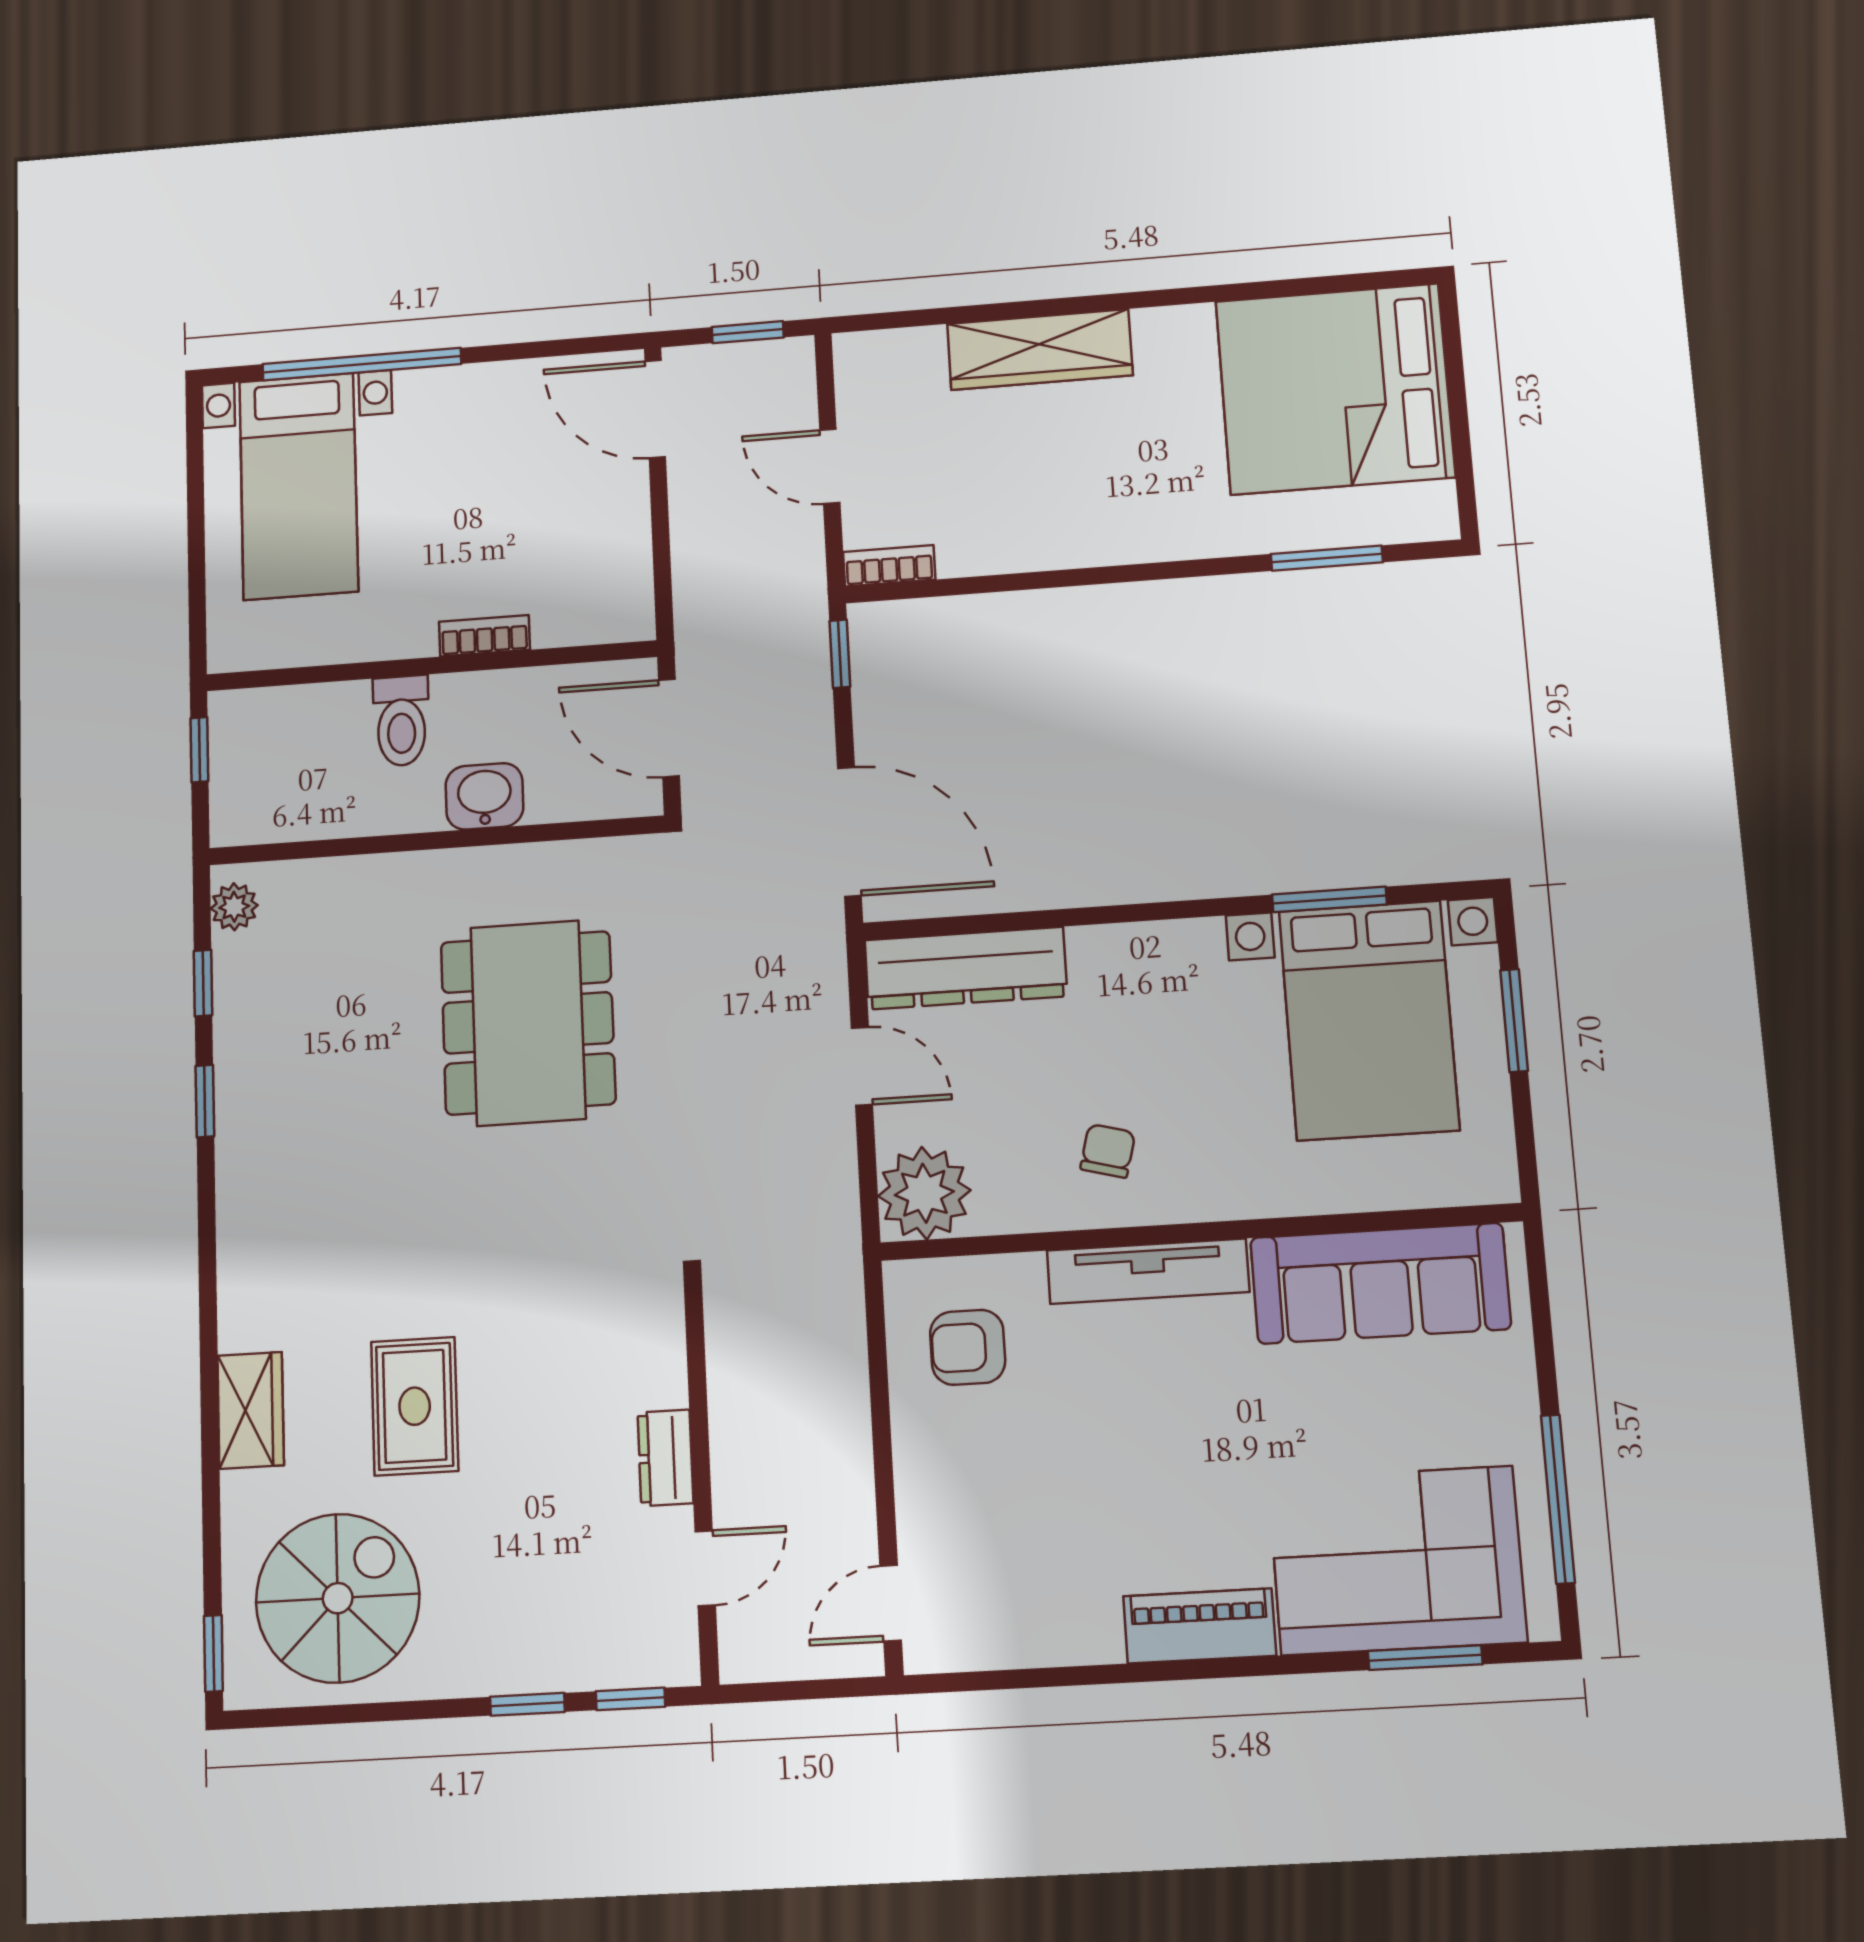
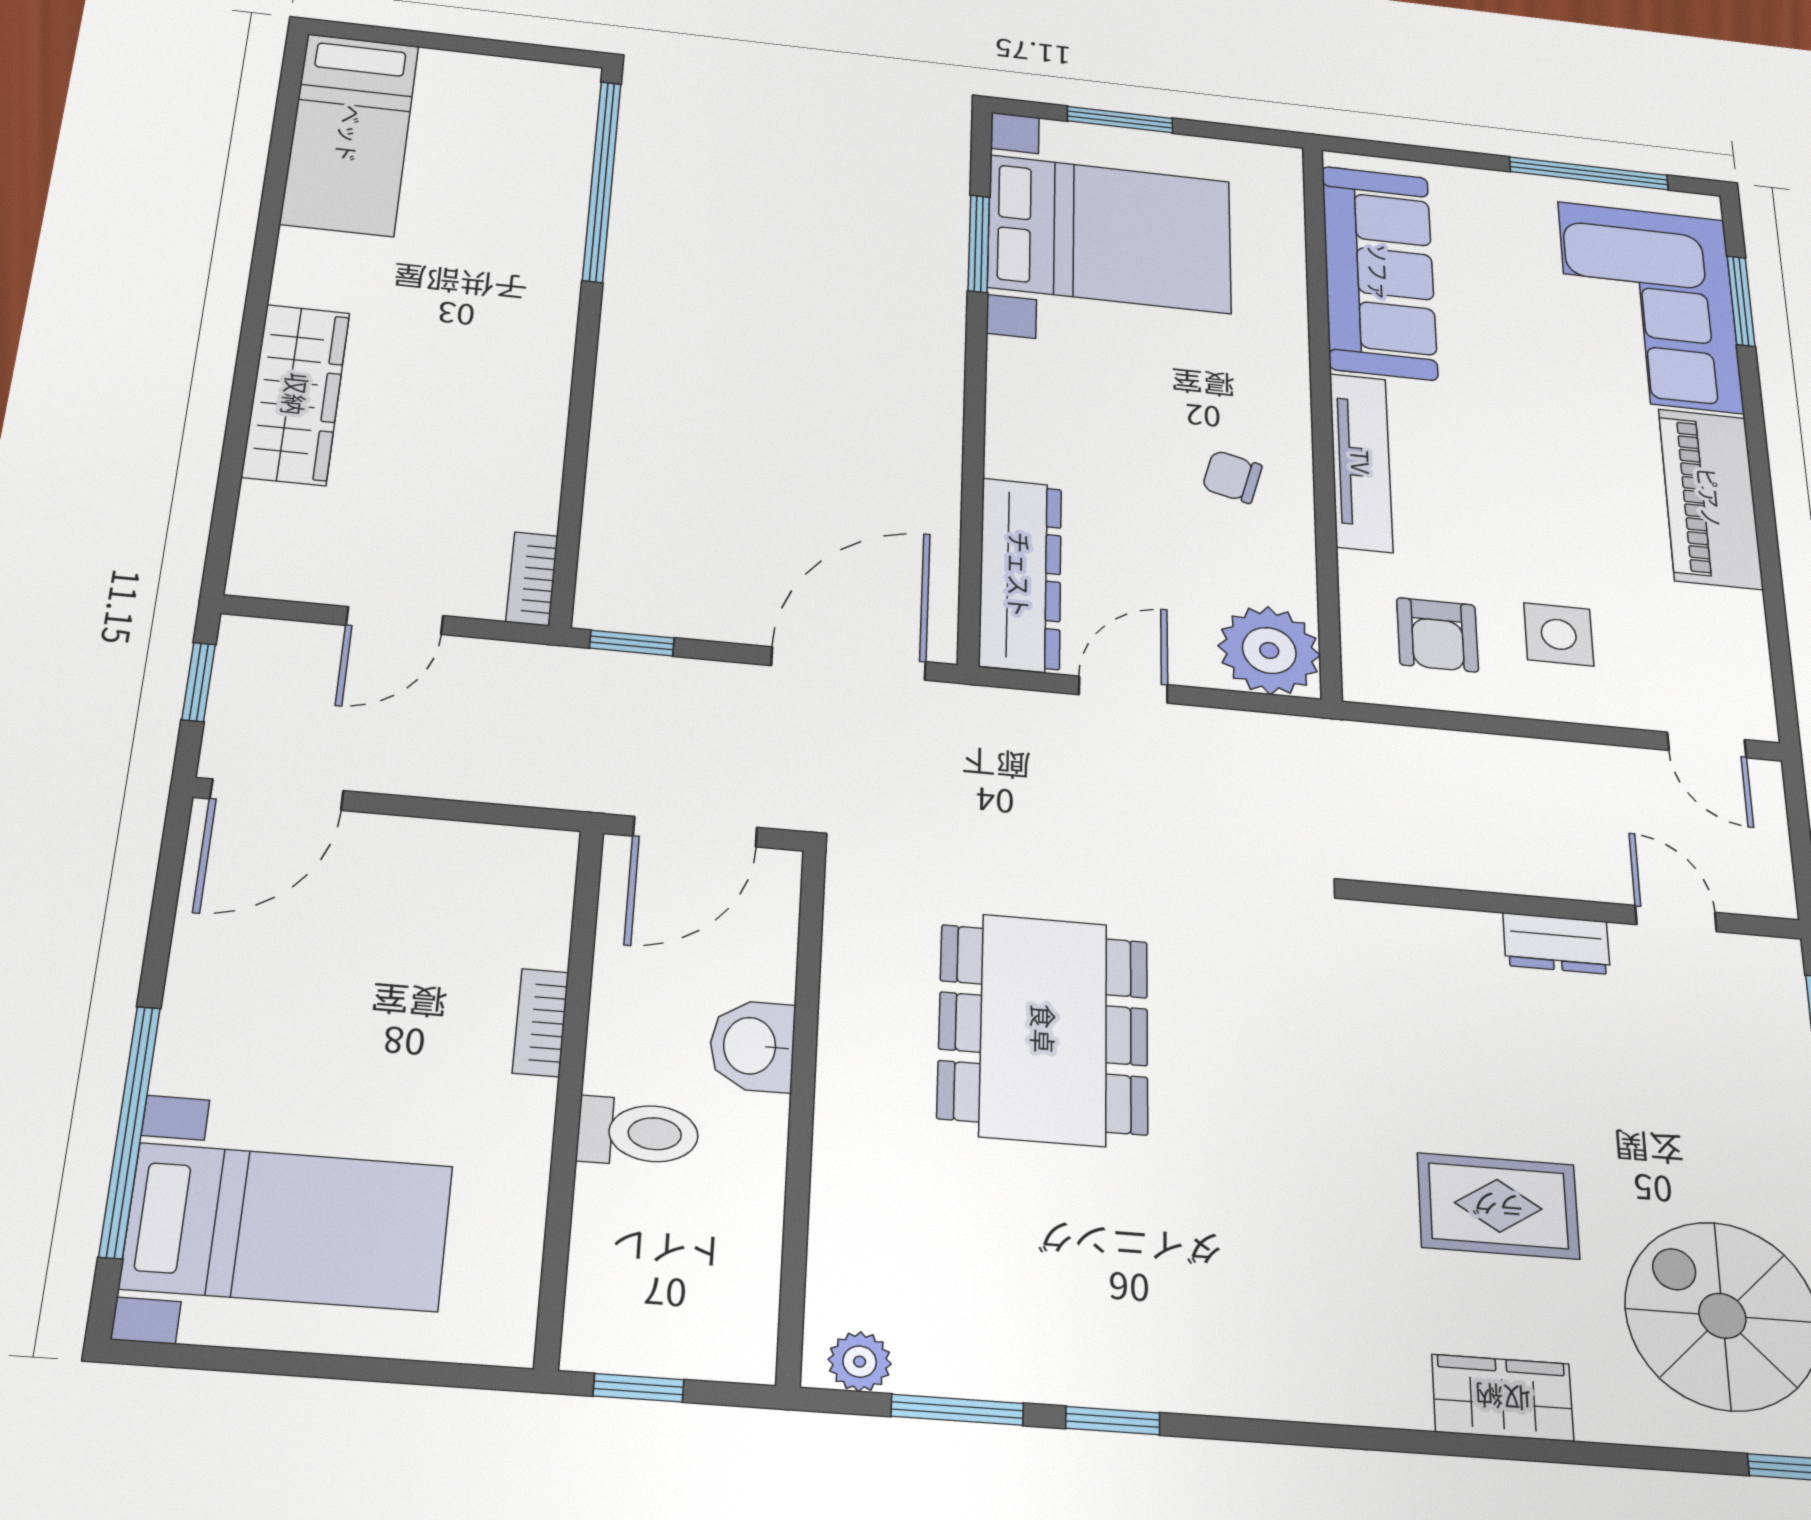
bed: (1335, 389) -> (350, 134), width x0.49
window: (1327, 558) -> (602, 181), width x2.11
window: (203, 983) -> (957, 1410), width x1.50
dining table: (528, 1023) -> (1044, 1029), turned 90
side table: (988, 1462) -> (1559, 634), added
piano: (1200, 1626) -> (1710, 498), width x1.37, depth x1.33

